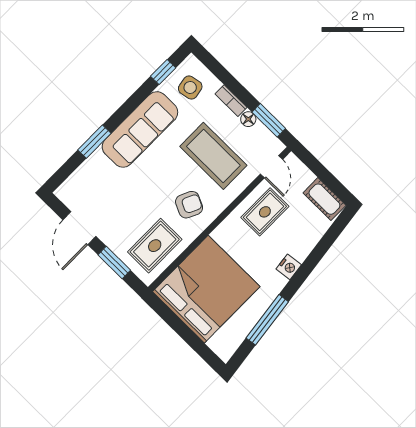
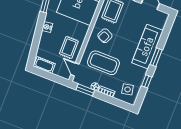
window: (163, 72) -> (147, 81), moved
sofa: (140, 129) -> (148, 47), moved
window: (94, 142) -> (156, 57), moved

